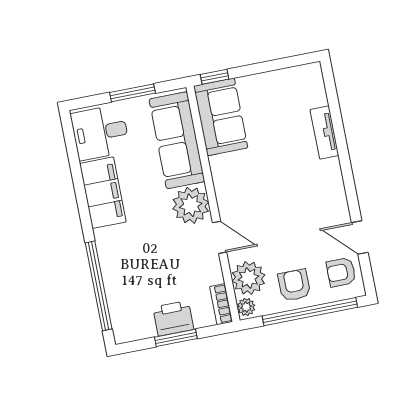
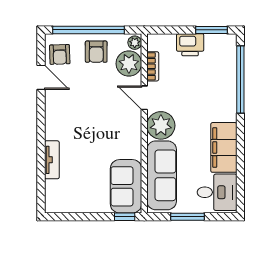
armchair: (341, 272) -> (60, 54), turned 88
bookcase: (221, 304) -> (153, 66), moved
window: (176, 338) -> (212, 30), moved

